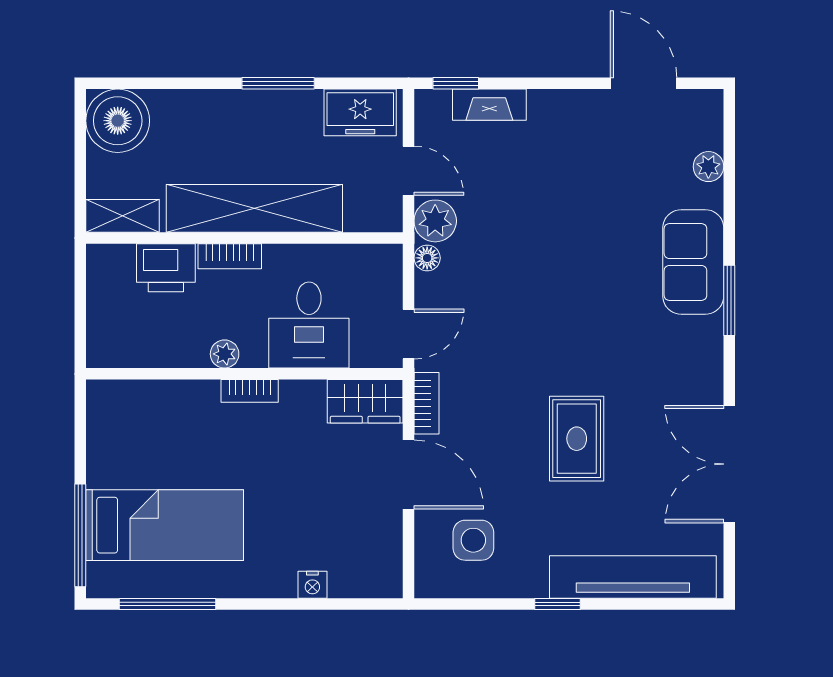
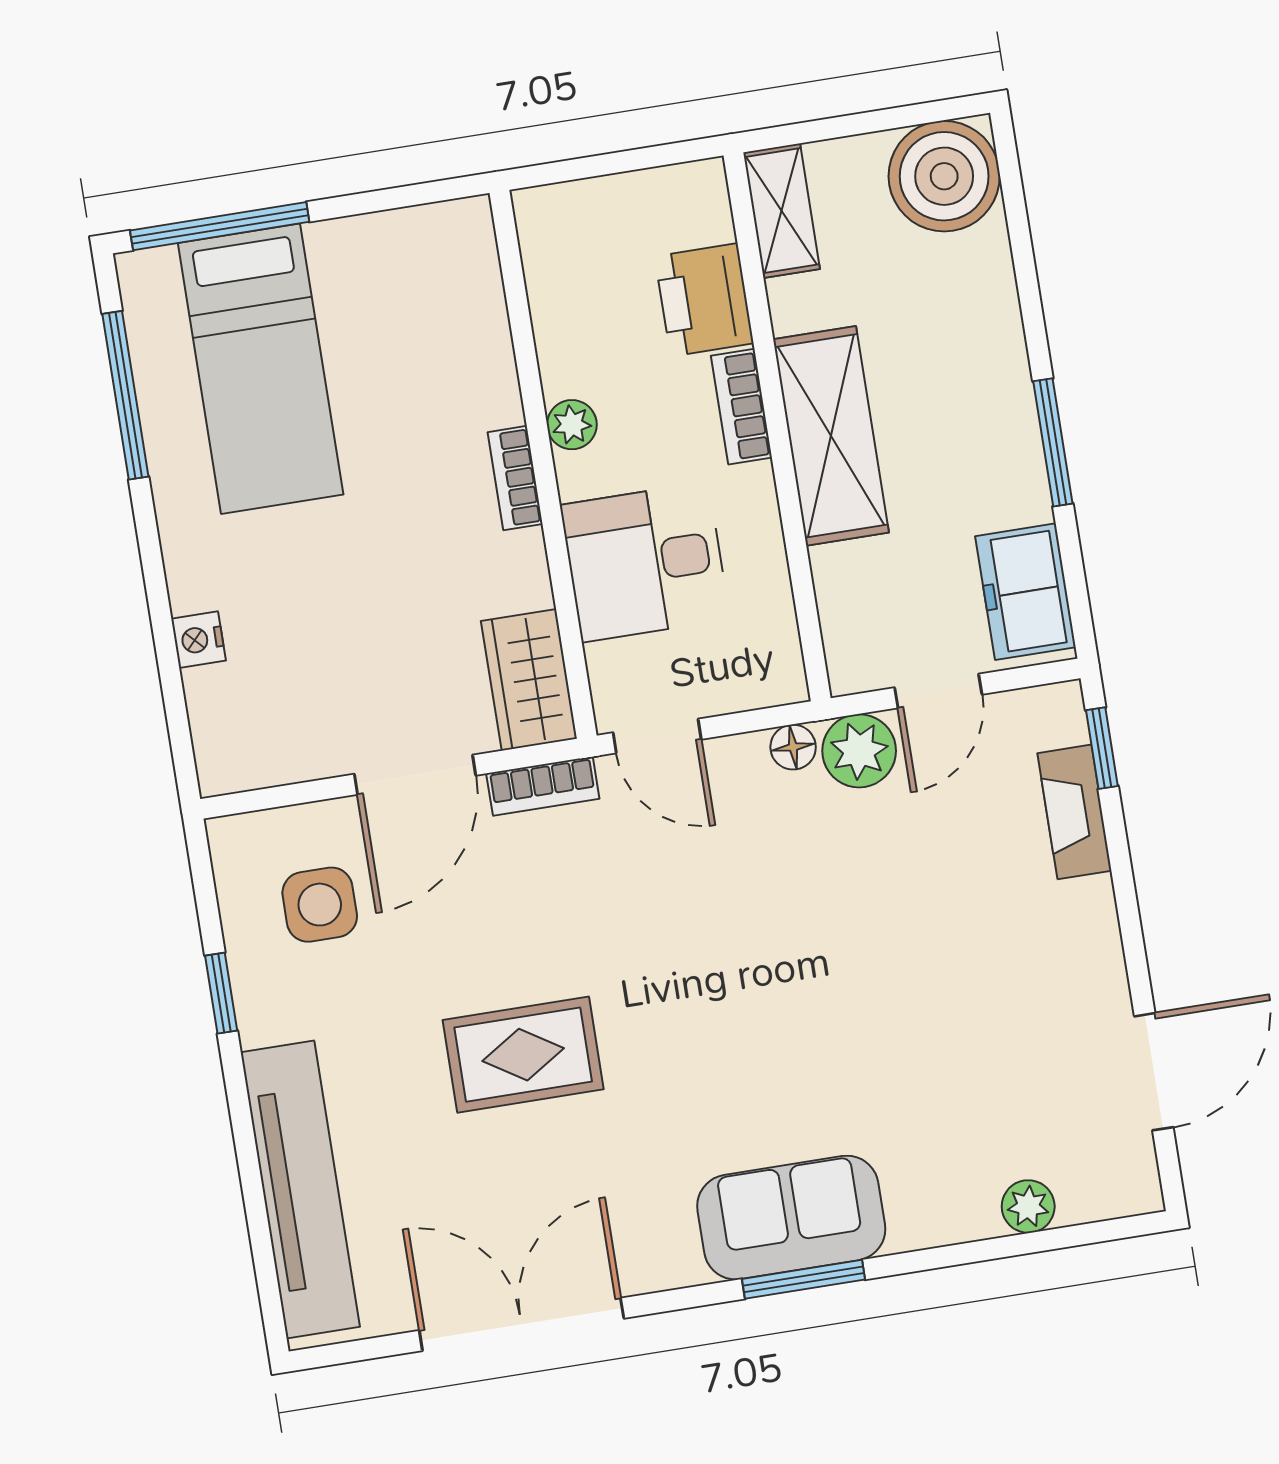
shelving: (254, 208) -> (831, 436), width x0.68
sofa: (693, 262) -> (791, 1218), moved
window: (557, 604) -> (221, 993), moved

